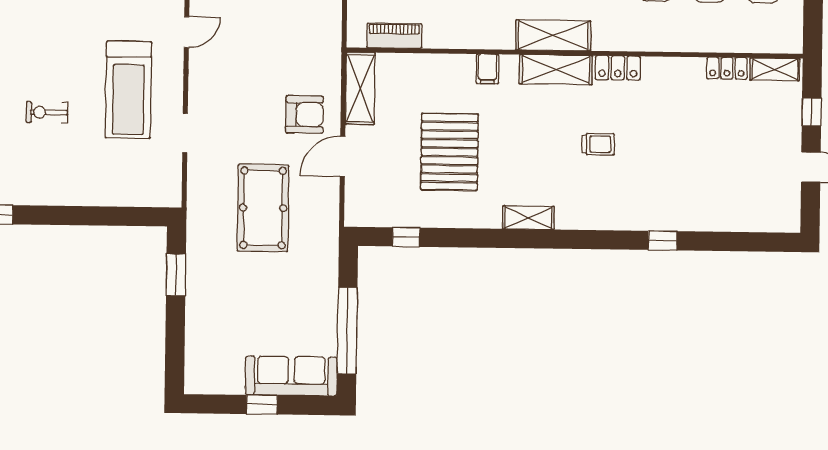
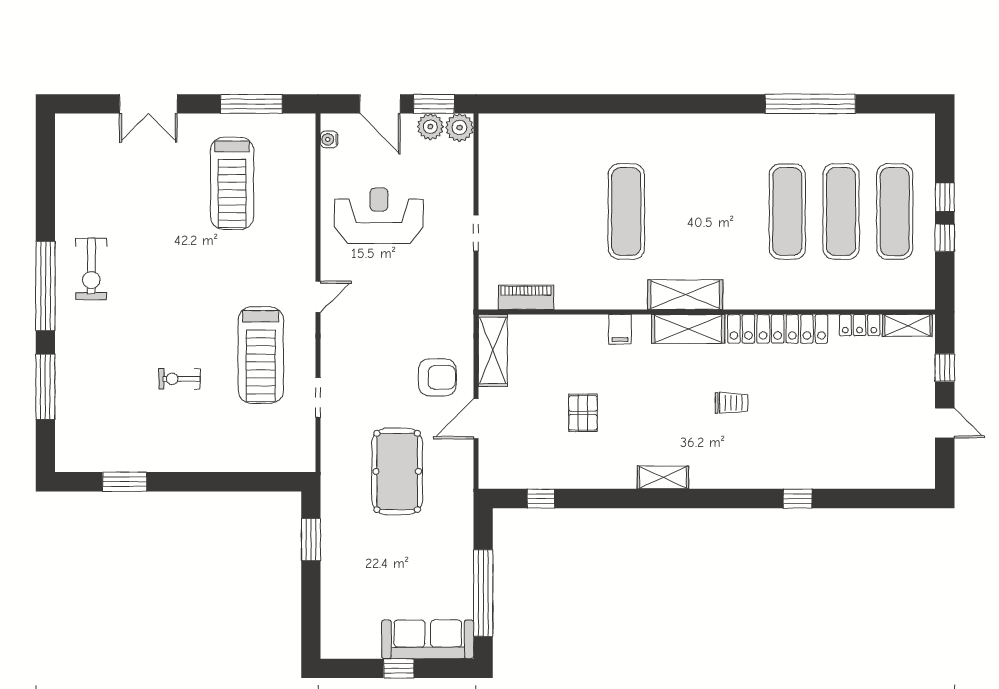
locker: (618, 68) -> (778, 329), width x2.16, depth x1.21
pallet: (449, 152) -> (583, 413), width x0.49, depth x0.50

